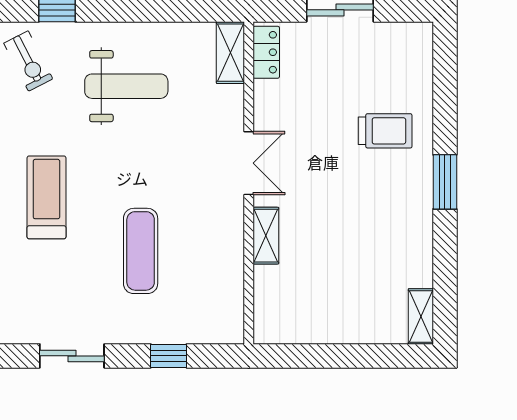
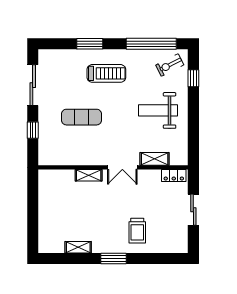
shelving: (230, 53) -> (155, 159), moved
weight bench: (126, 86) -> (158, 110), turned 90
shelving: (421, 316) -> (78, 247), moved
sliding door: (72, 356) -> (33, 85), width x1.37

